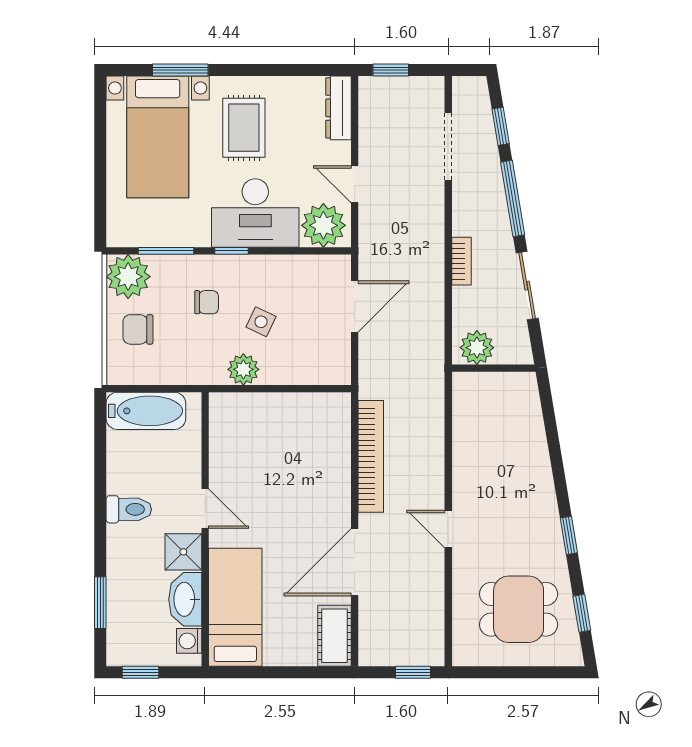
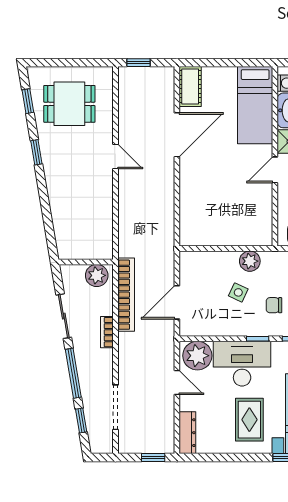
bookcase: (371, 456) -> (126, 295), moved, turned 180
door: (205, 509) -> (275, 170), hinge flipped

